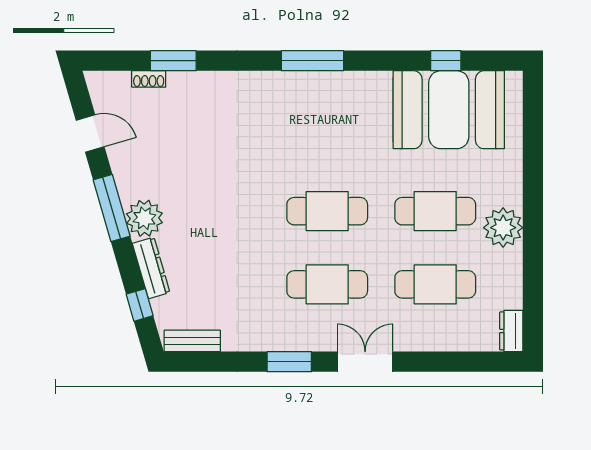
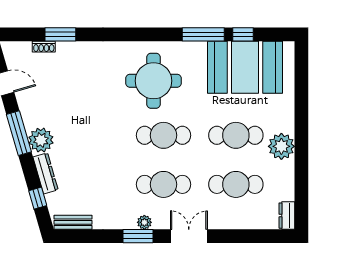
window: (313, 61) -> (203, 34), moved
round table: (312, 130) -> (154, 81), added
plant: (299, 341) -> (144, 222), added

